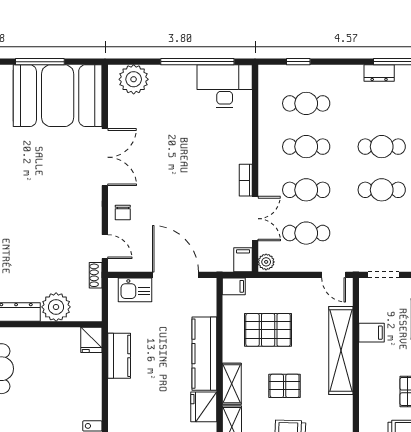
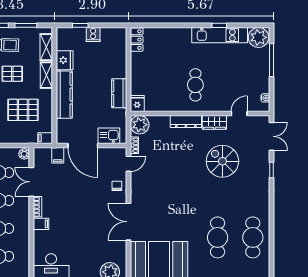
filing cabinet: (240, 154) -> (41, 224), added
door: (105, 247) -> (128, 164), swing flipped
filing cabinet: (243, 260) -> (58, 155), moved
plant: (56, 307) -> (140, 125), moved

